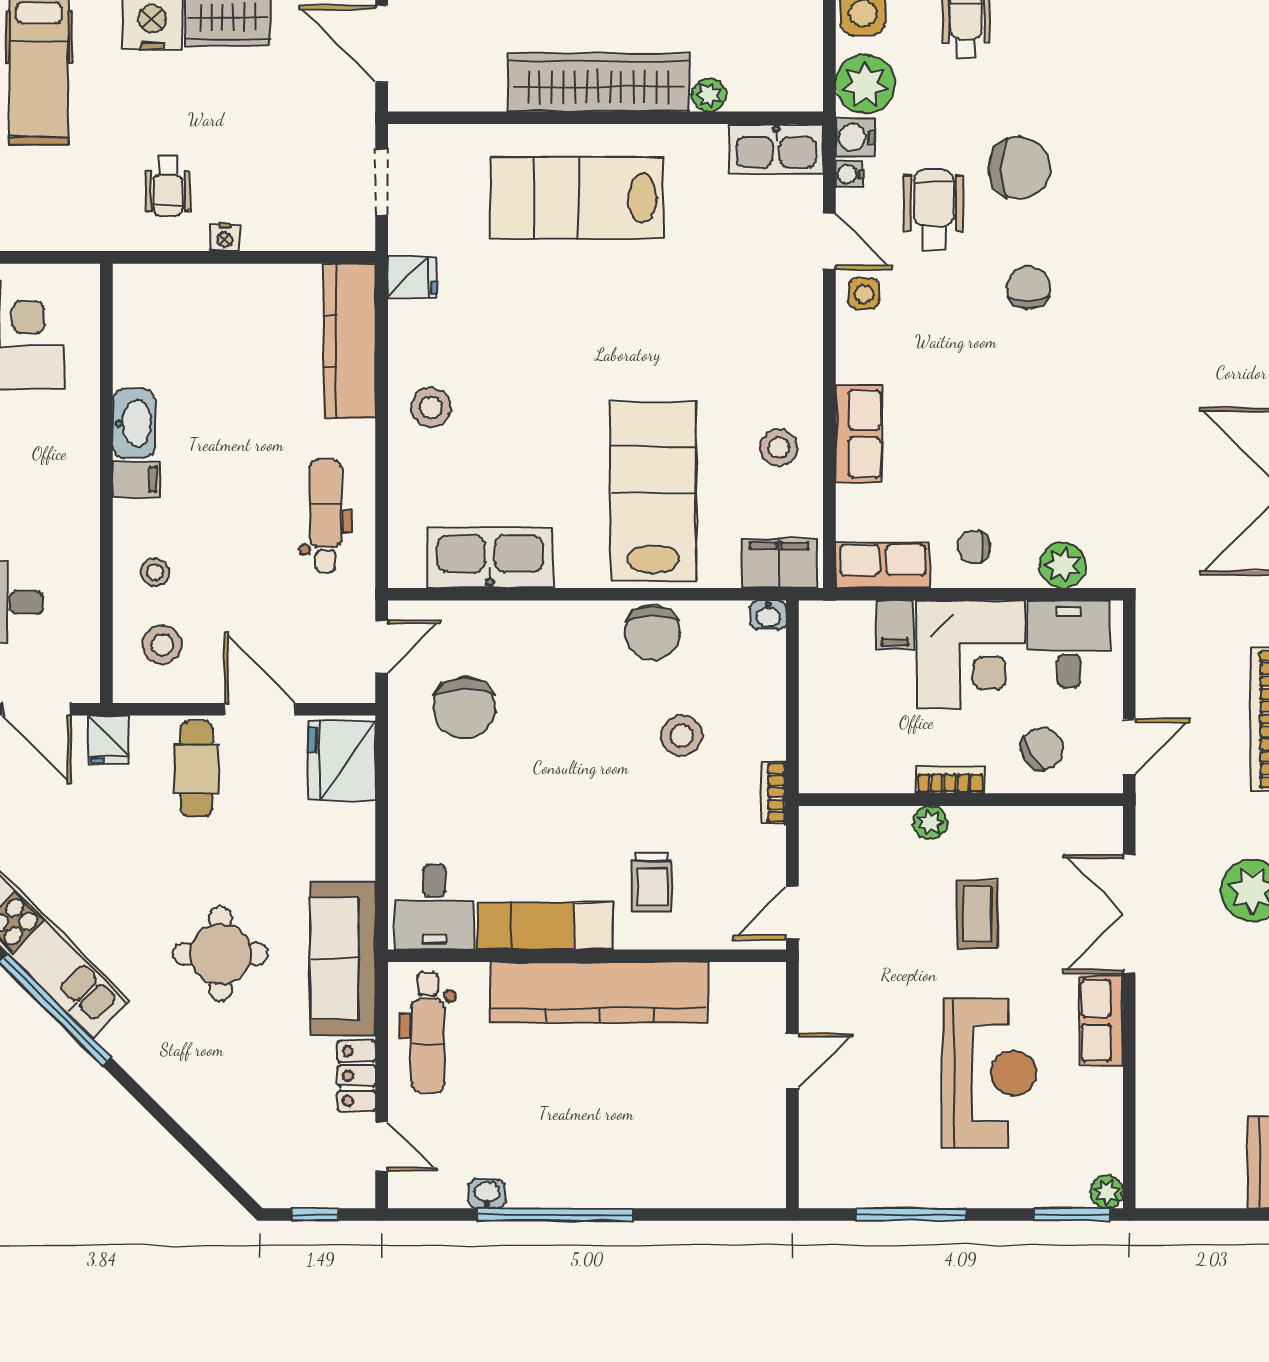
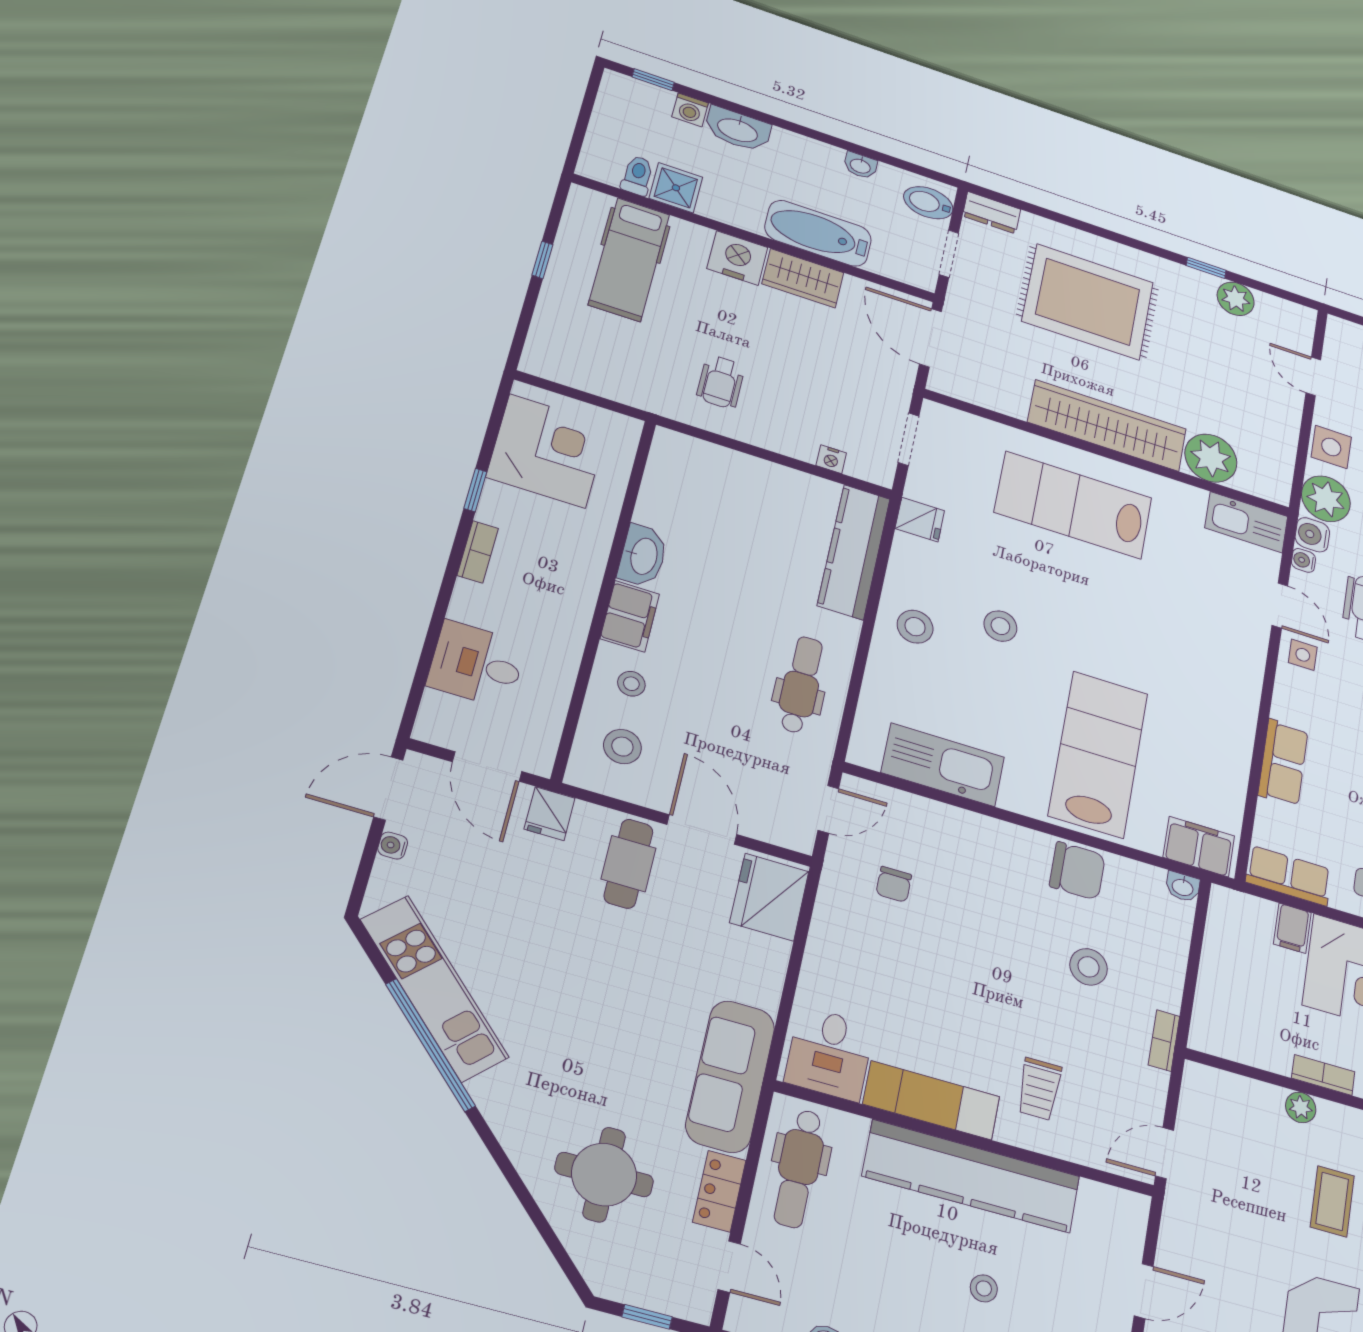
plant: (709, 95) -> (1211, 458), width x1.88, depth x1.88
nightstand: (225, 237) -> (831, 459), moved
stool: (779, 448) -> (1000, 626), moved
filing cabinet: (136, 479) -> (630, 616), width x2.00
chair: (652, 633) -> (1077, 871), turned -90
chair: (464, 708) -> (894, 884), width x0.54, depth x0.54
round table: (220, 954) -> (604, 1175), moved
stool: (631, 1102) -> (984, 1288), added

